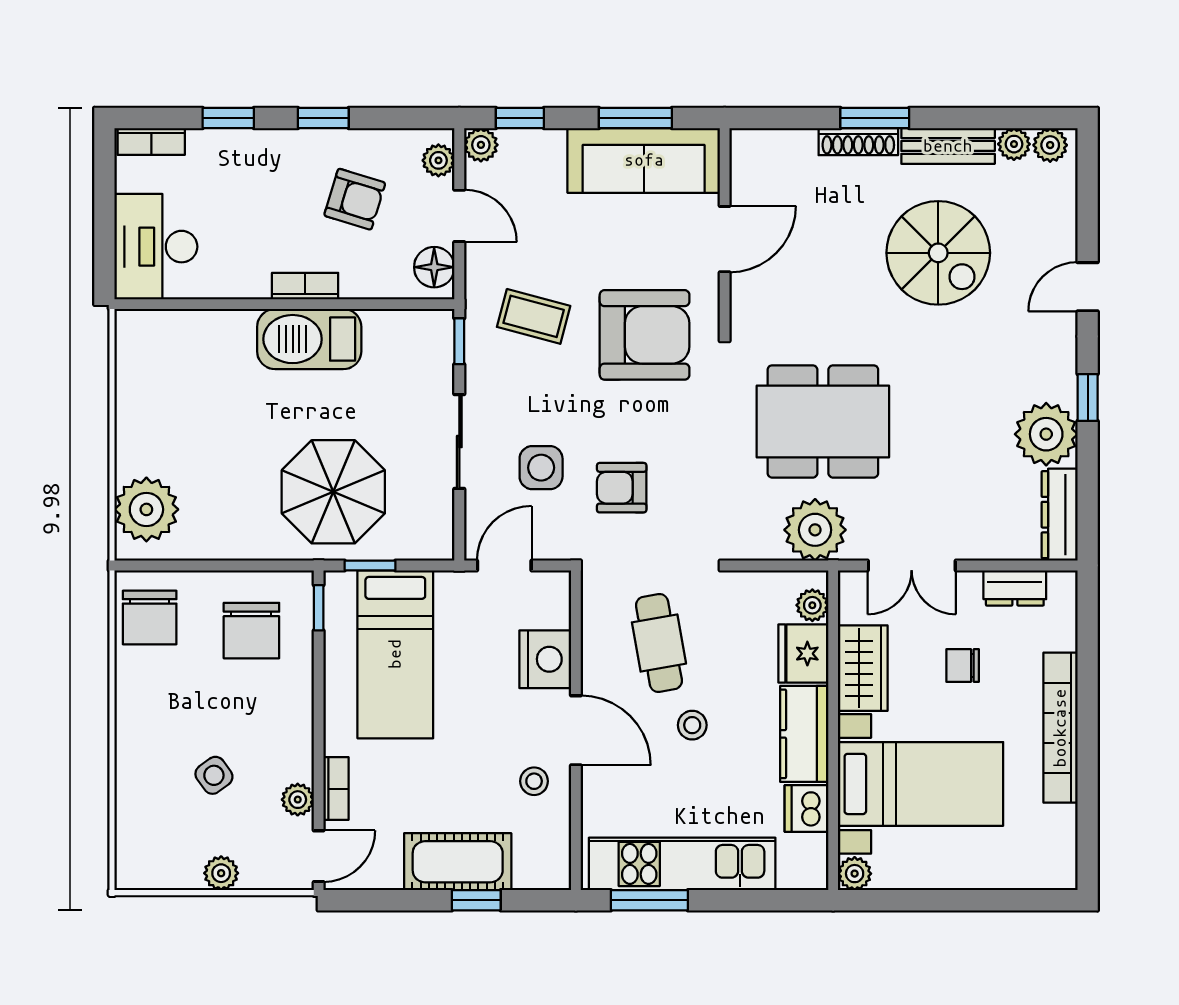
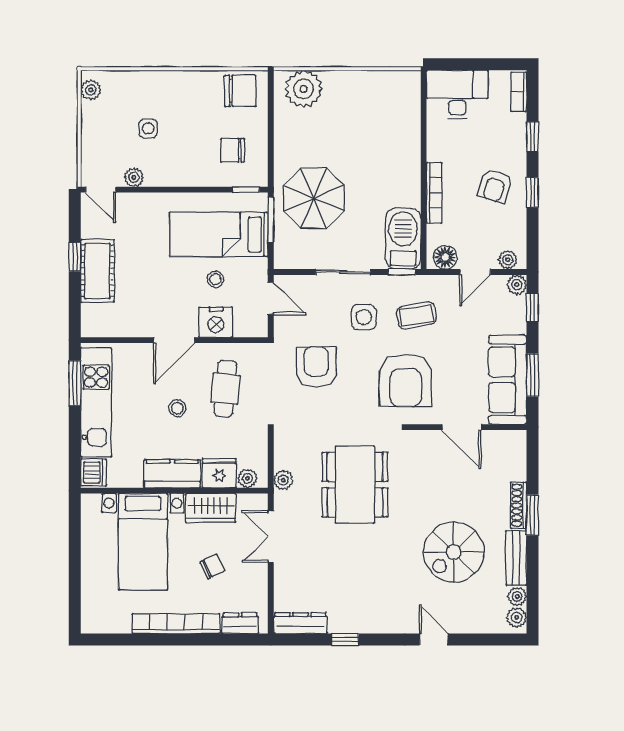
armchair: (355, 199) -> (495, 186), moved
bookcase: (305, 286) -> (434, 193), width x1.56
coffee table: (534, 316) -> (416, 315), turned 65
barbecue: (309, 339) -> (403, 239), moved
window: (1088, 398) -> (345, 639), moved
plant: (1046, 434) -> (348, 615), removed
side table: (541, 468) -> (364, 317), moved
armchair: (622, 488) -> (316, 367), width x1.38, depth x1.38
plant: (815, 530) -> (283, 480), width x0.53, depth x0.53
window: (370, 565) -> (271, 220), width x1.50
dresser: (1015, 588) -> (240, 623), moved, turned 90
chair: (150, 617) -> (240, 91), turned 180
chair: (251, 631) -> (233, 150), width x0.73, depth x0.73
cafe table: (659, 643) -> (225, 389), turned -75
chair: (963, 665) -> (212, 566), turned 64
side table: (214, 775) -> (148, 128), turned 36
stool: (534, 781) -> (215, 279), moved
bookcase: (336, 789) -> (140, 200), removed
dishwasher: (807, 808) -> (93, 472), moved, turned 90
plant: (221, 873) -> (91, 90), moved
plant: (855, 874) -> (90, 503), removed
window: (476, 900) -> (75, 257), moved

